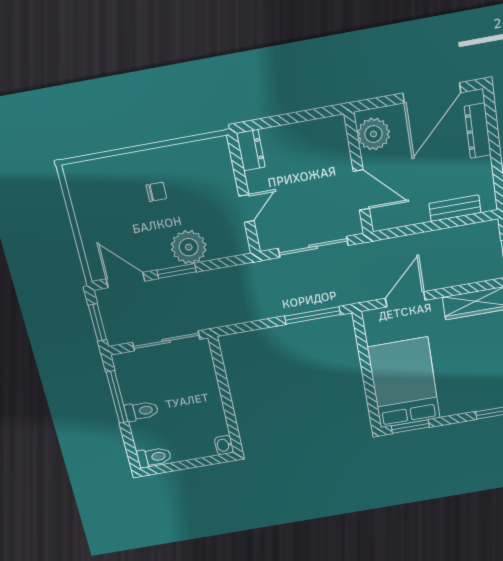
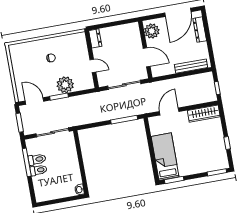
door: (247, 208) -> (93, 66), hinge flipped
bench: (455, 208) -> (191, 66), width x1.36
bed: (404, 383) -> (165, 157), width x0.67
toilet: (154, 457) -> (37, 159), moved

